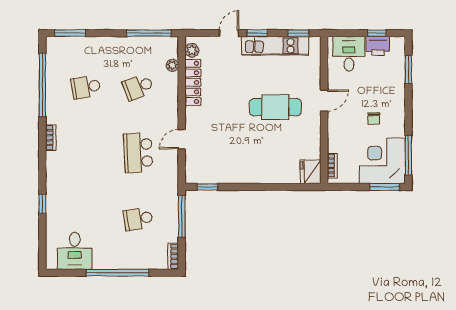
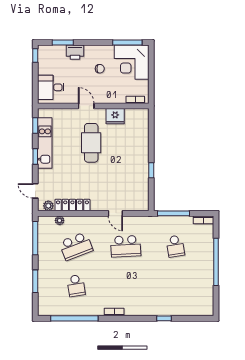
window: (70, 33) -> (35, 281), moved
door: (229, 33) -> (35, 191), moved
window: (377, 33) -> (35, 55), moved
printer: (378, 46) -> (75, 52), moved, turned 90
school desk: (138, 87) -> (76, 246), width x1.85
fridge: (311, 172) -> (115, 116), moved
window: (207, 187) -> (151, 170), moved
window: (385, 187) -> (151, 60), removed
desk: (75, 251) -> (199, 294), removed

